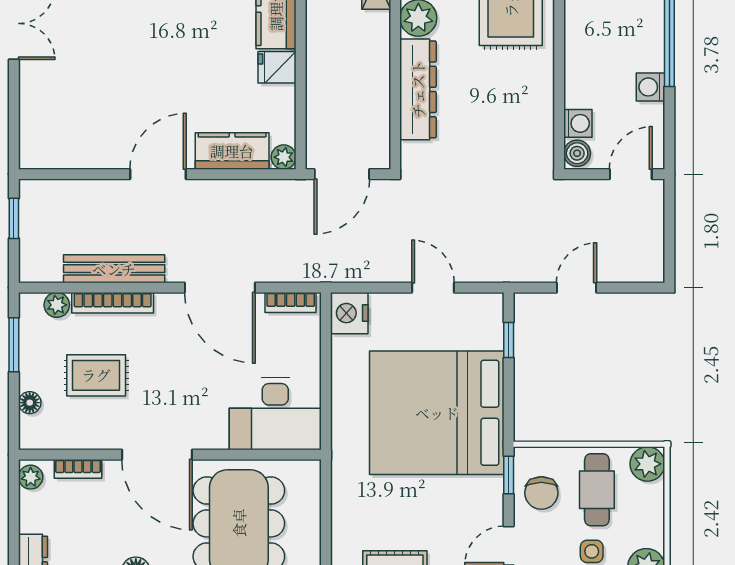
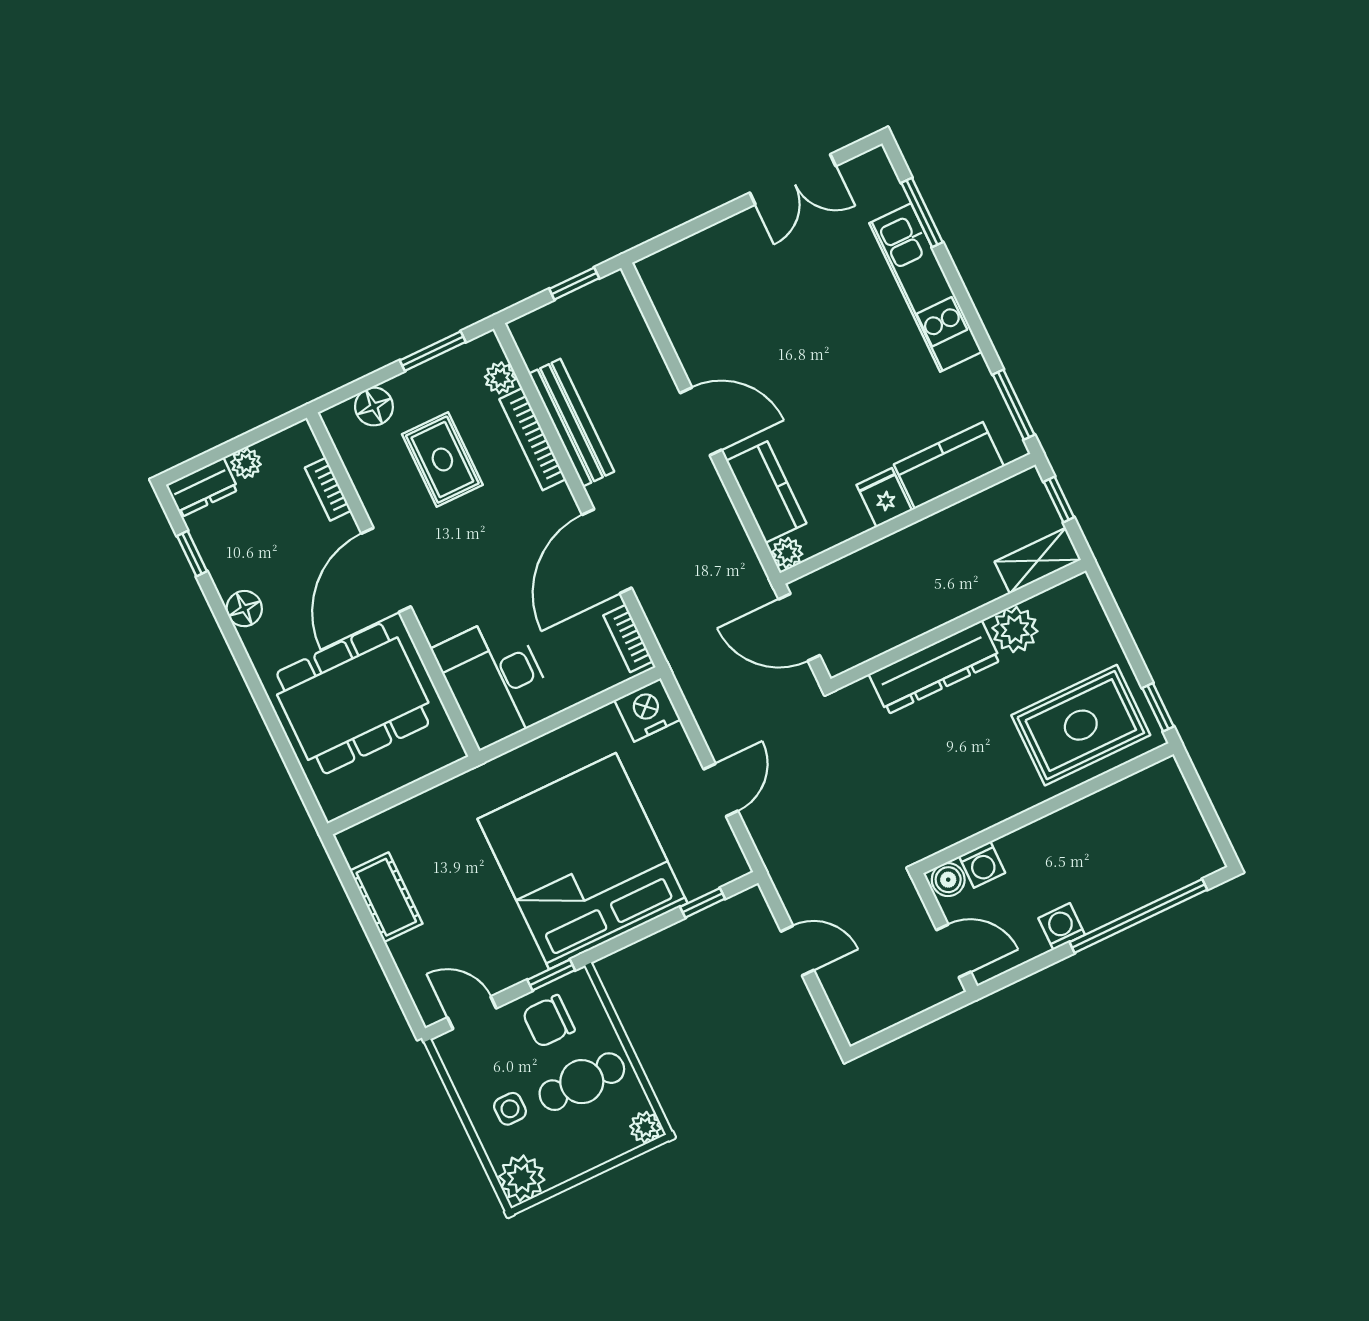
floor lamp: (30, 403) -> (374, 407), width x1.37, depth x1.37
plant: (647, 464) -> (645, 1127), width x0.73, depth x0.73
plant: (31, 477) -> (246, 463), moved

